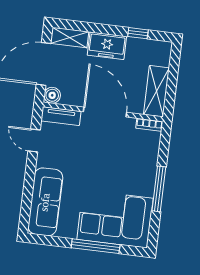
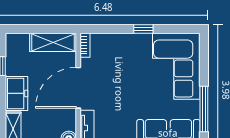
window: (159, 189) -> (143, 29), width x0.46
window: (96, 246) -> (204, 109), moved

